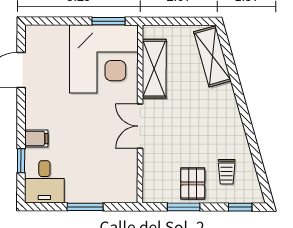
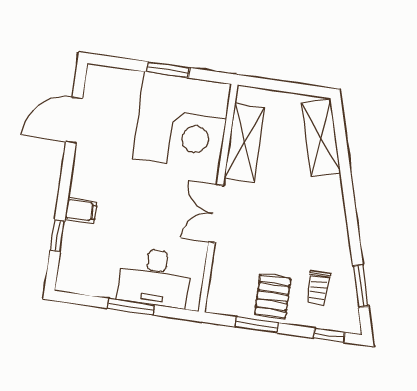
window: (109, 21) -> (168, 70), moved
window: (259, 166) -> (361, 286), added
desk: (44, 182) -> (155, 278), moved, width x1.37

